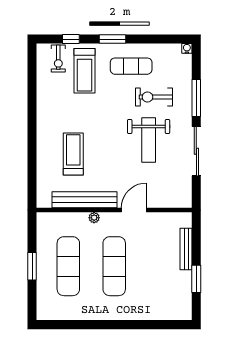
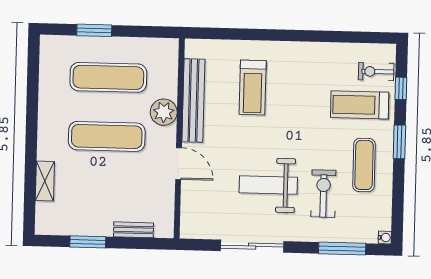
window: (196, 98) -> (342, 248), moved
treadmill: (73, 154) -> (253, 88), turned 90
plant: (94, 218) -> (164, 112), width x1.88, depth x1.88
bench: (186, 249) -> (134, 230), width x0.73
window: (32, 266) -> (94, 30), moved
shelving: (150, 313) -> (45, 181), added

